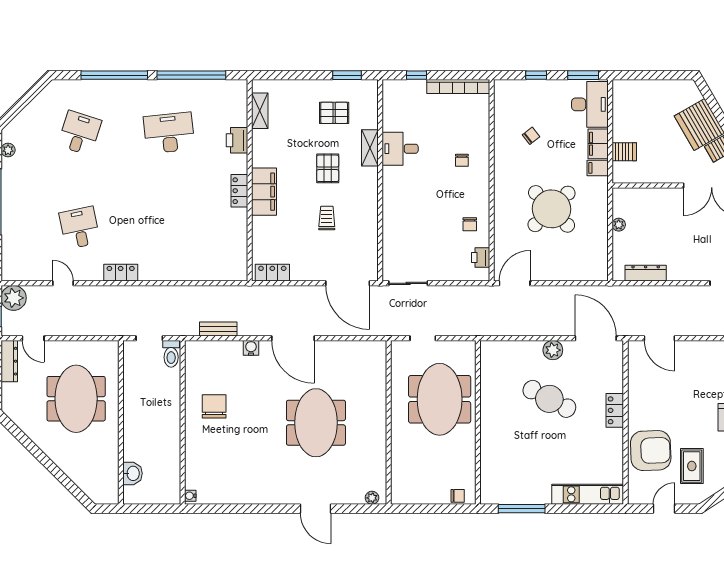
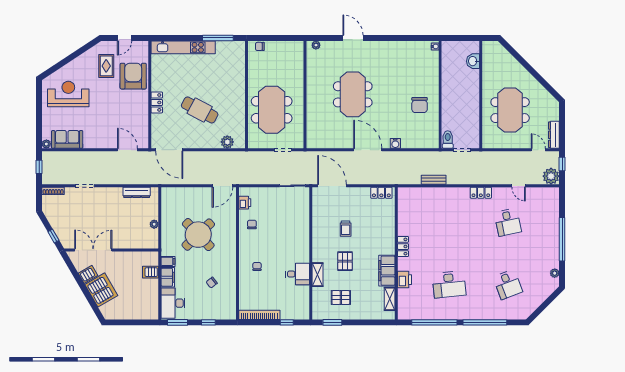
desk: (80, 133) -> (508, 284), turned -39
filing cabinet: (264, 192) -> (387, 271), moved
bench: (218, 329) -> (434, 180), moved
plant: (553, 350) -> (227, 142), moved
armchair: (651, 451) -> (133, 76), turned 92
kitchen unit: (588, 494) -> (183, 47), width x1.36

